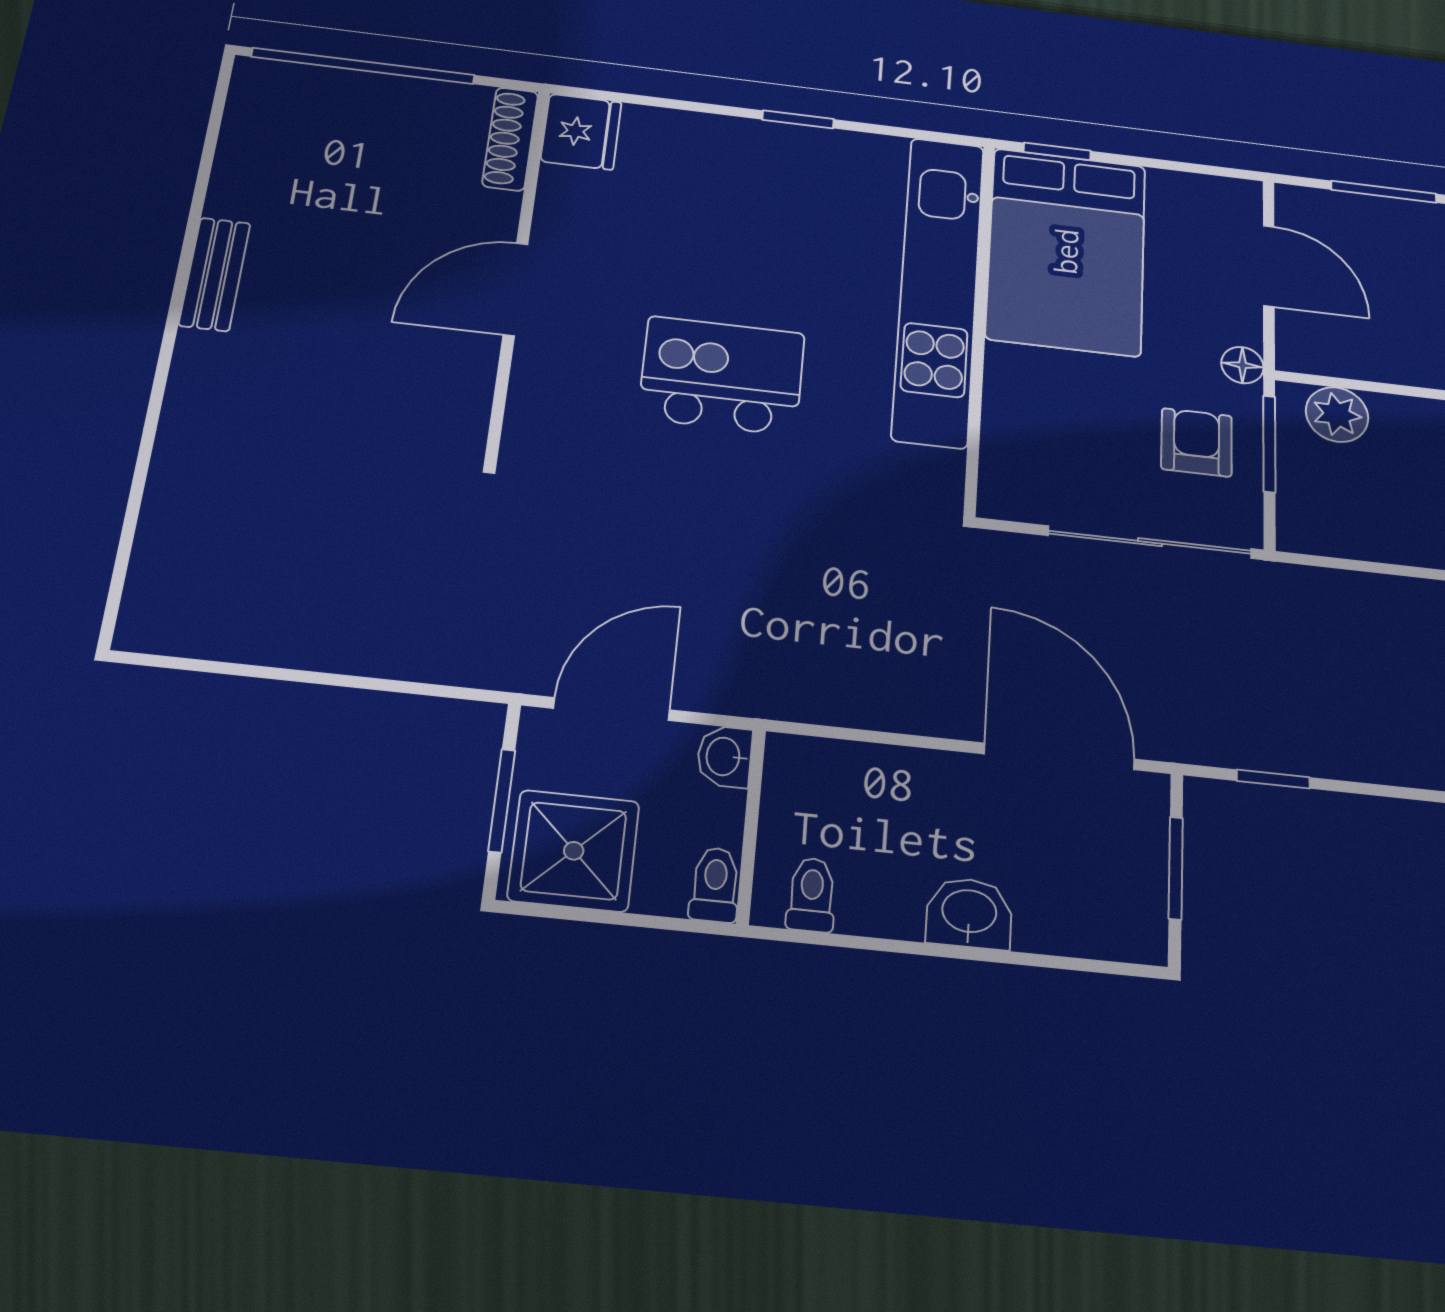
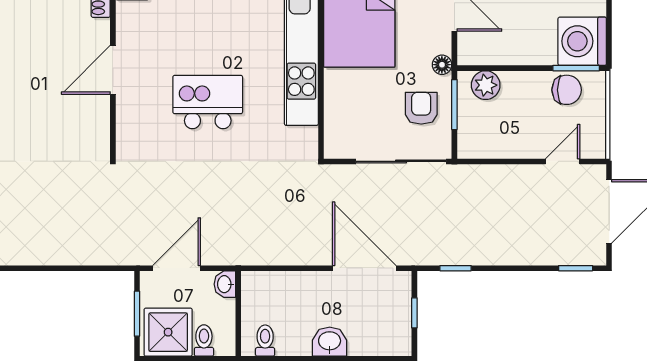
window: (1176, 868) -> (414, 313), width x0.67
toilet: (715, 885) -> (204, 340), moved

